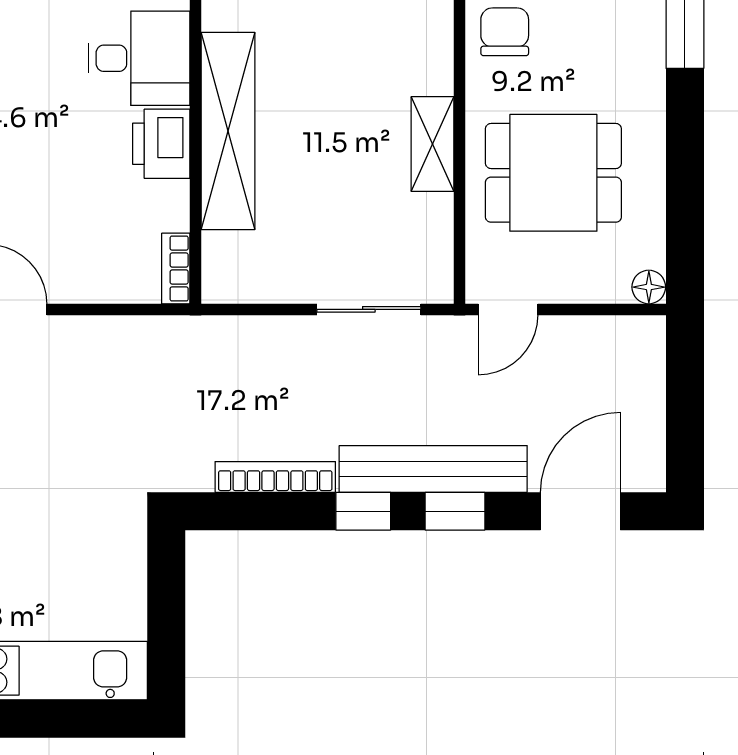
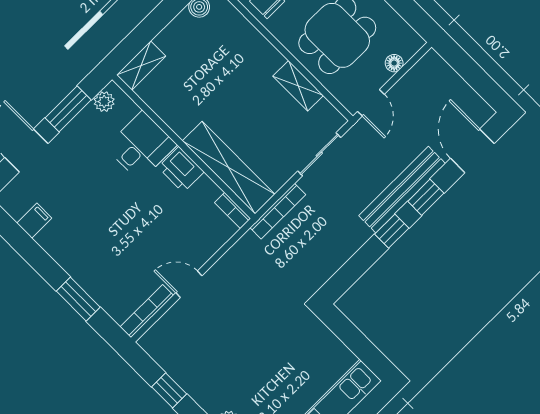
shelving: (228, 131) -> (229, 168), moved
shelving: (433, 144) -> (298, 86), moved
floor lamp: (649, 287) -> (394, 63), moved
bookcase: (275, 477) -> (278, 211), moved, turned 180

